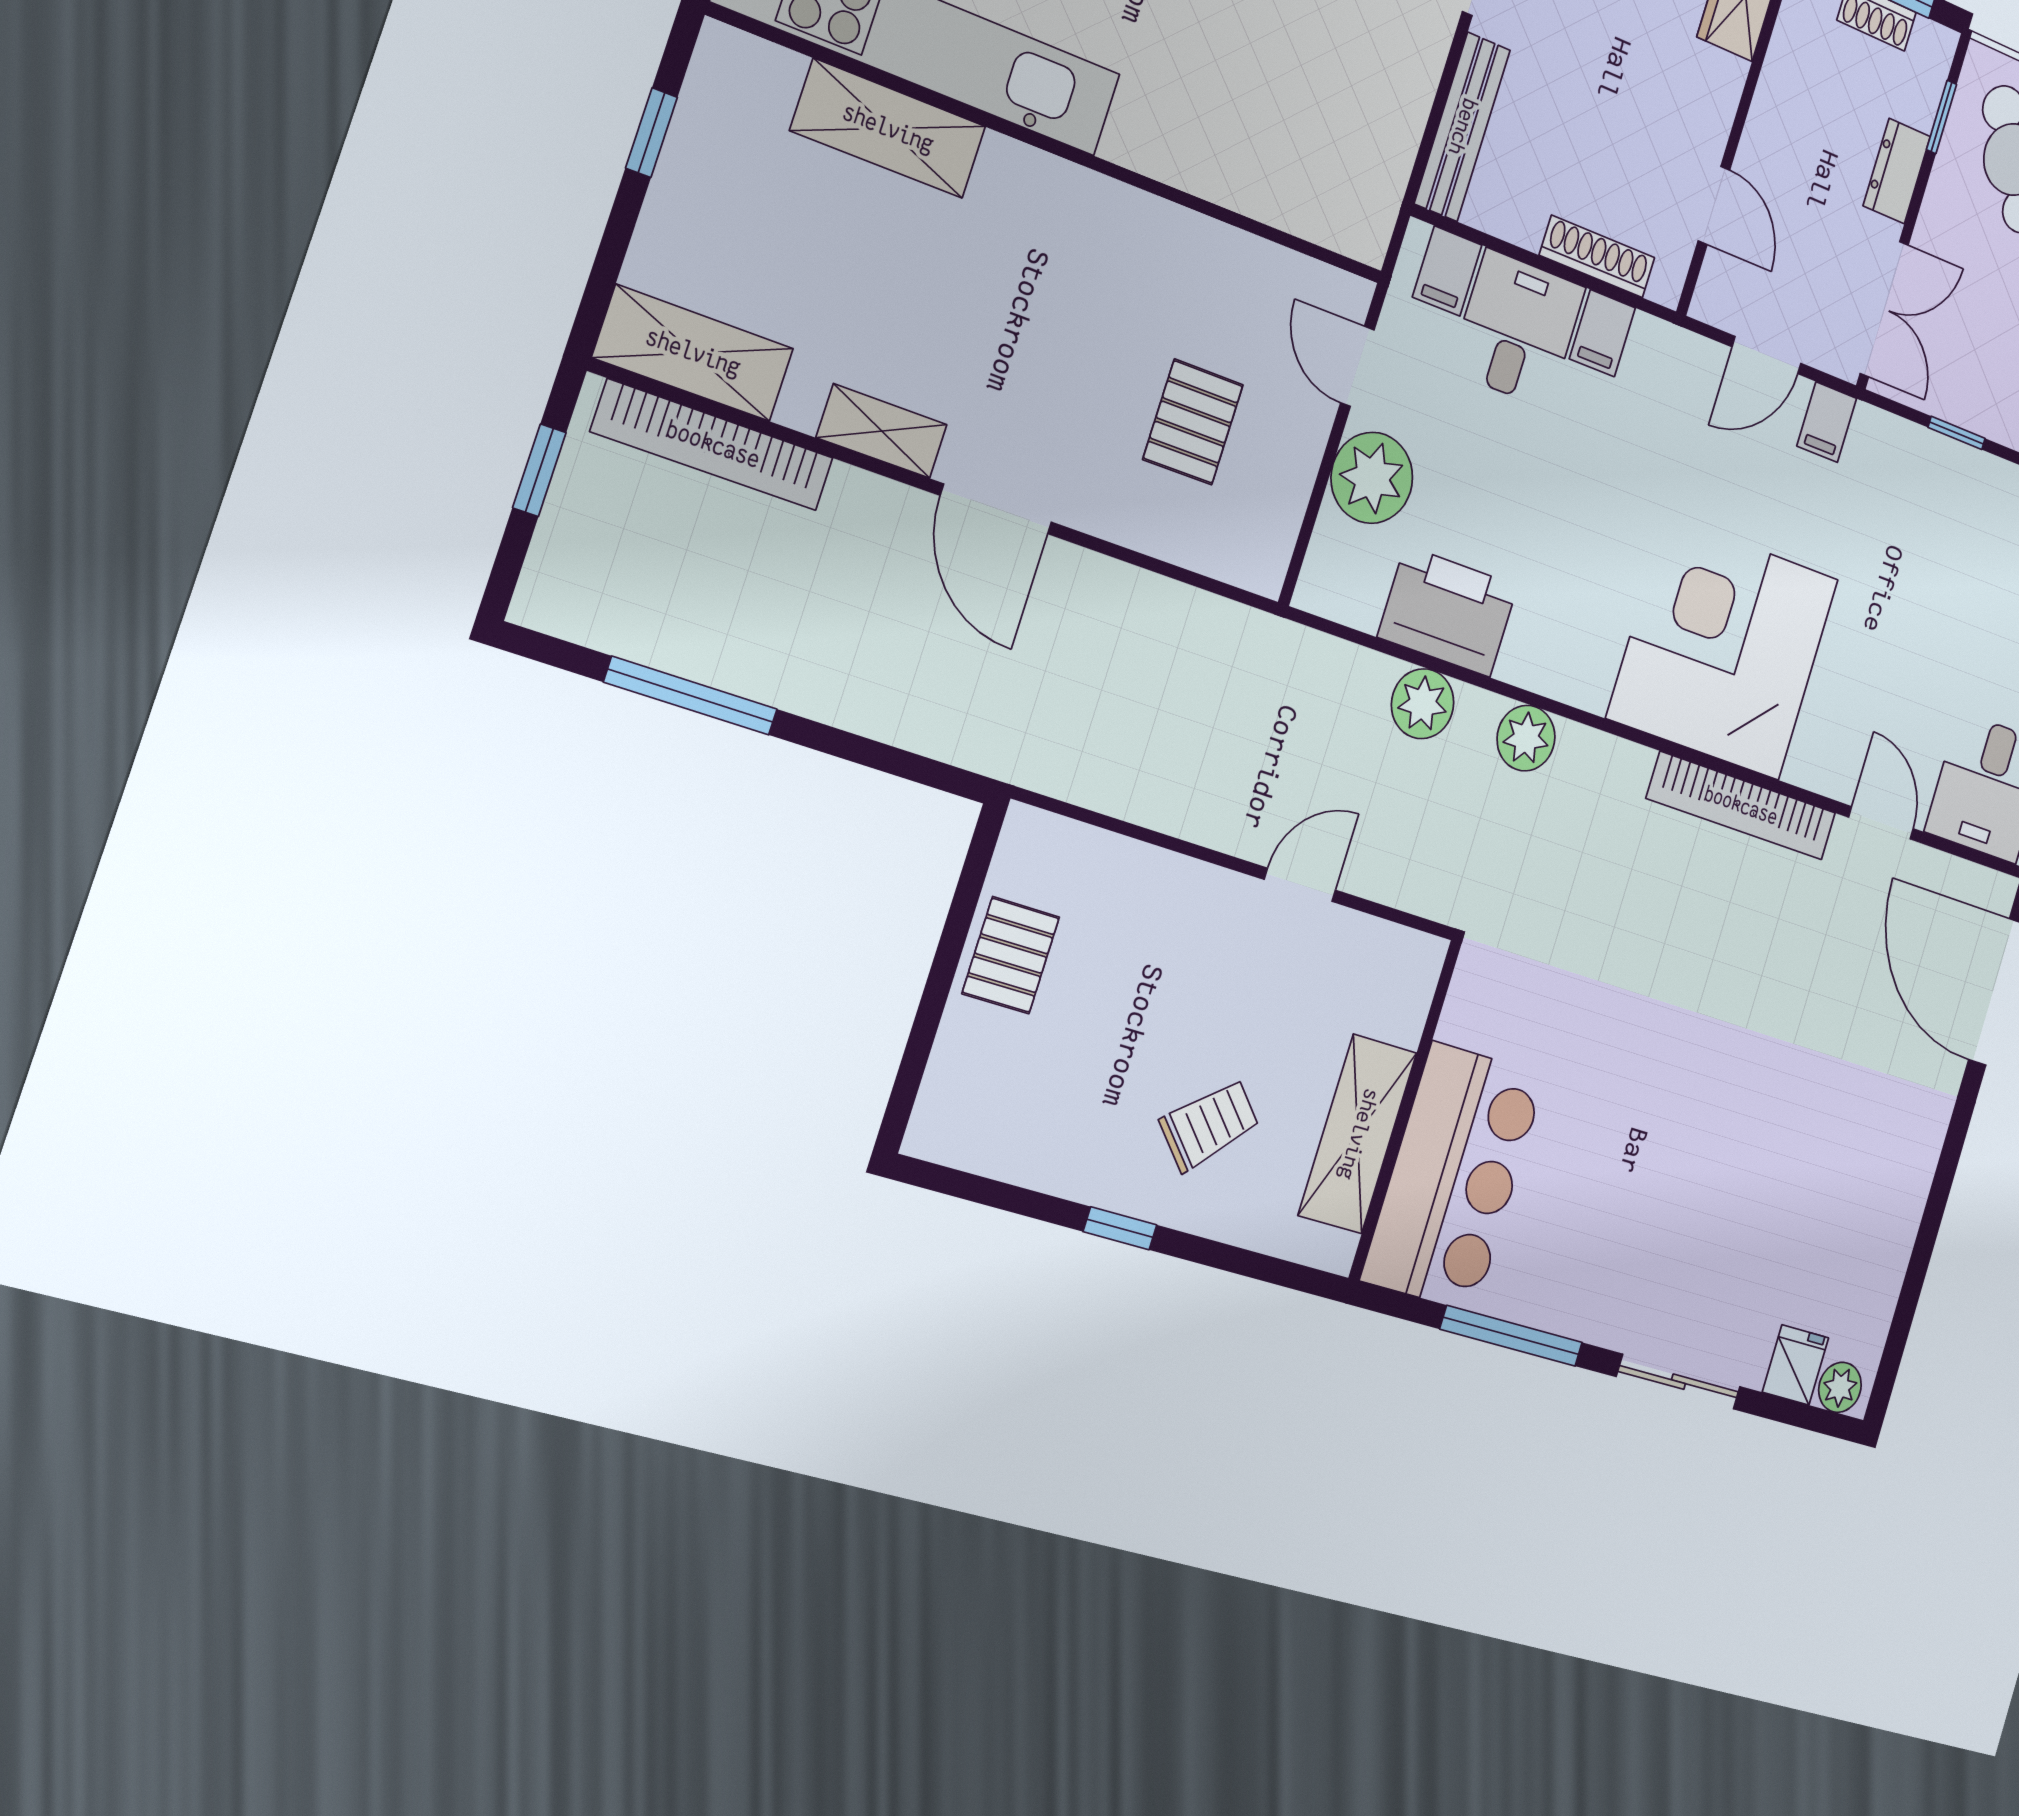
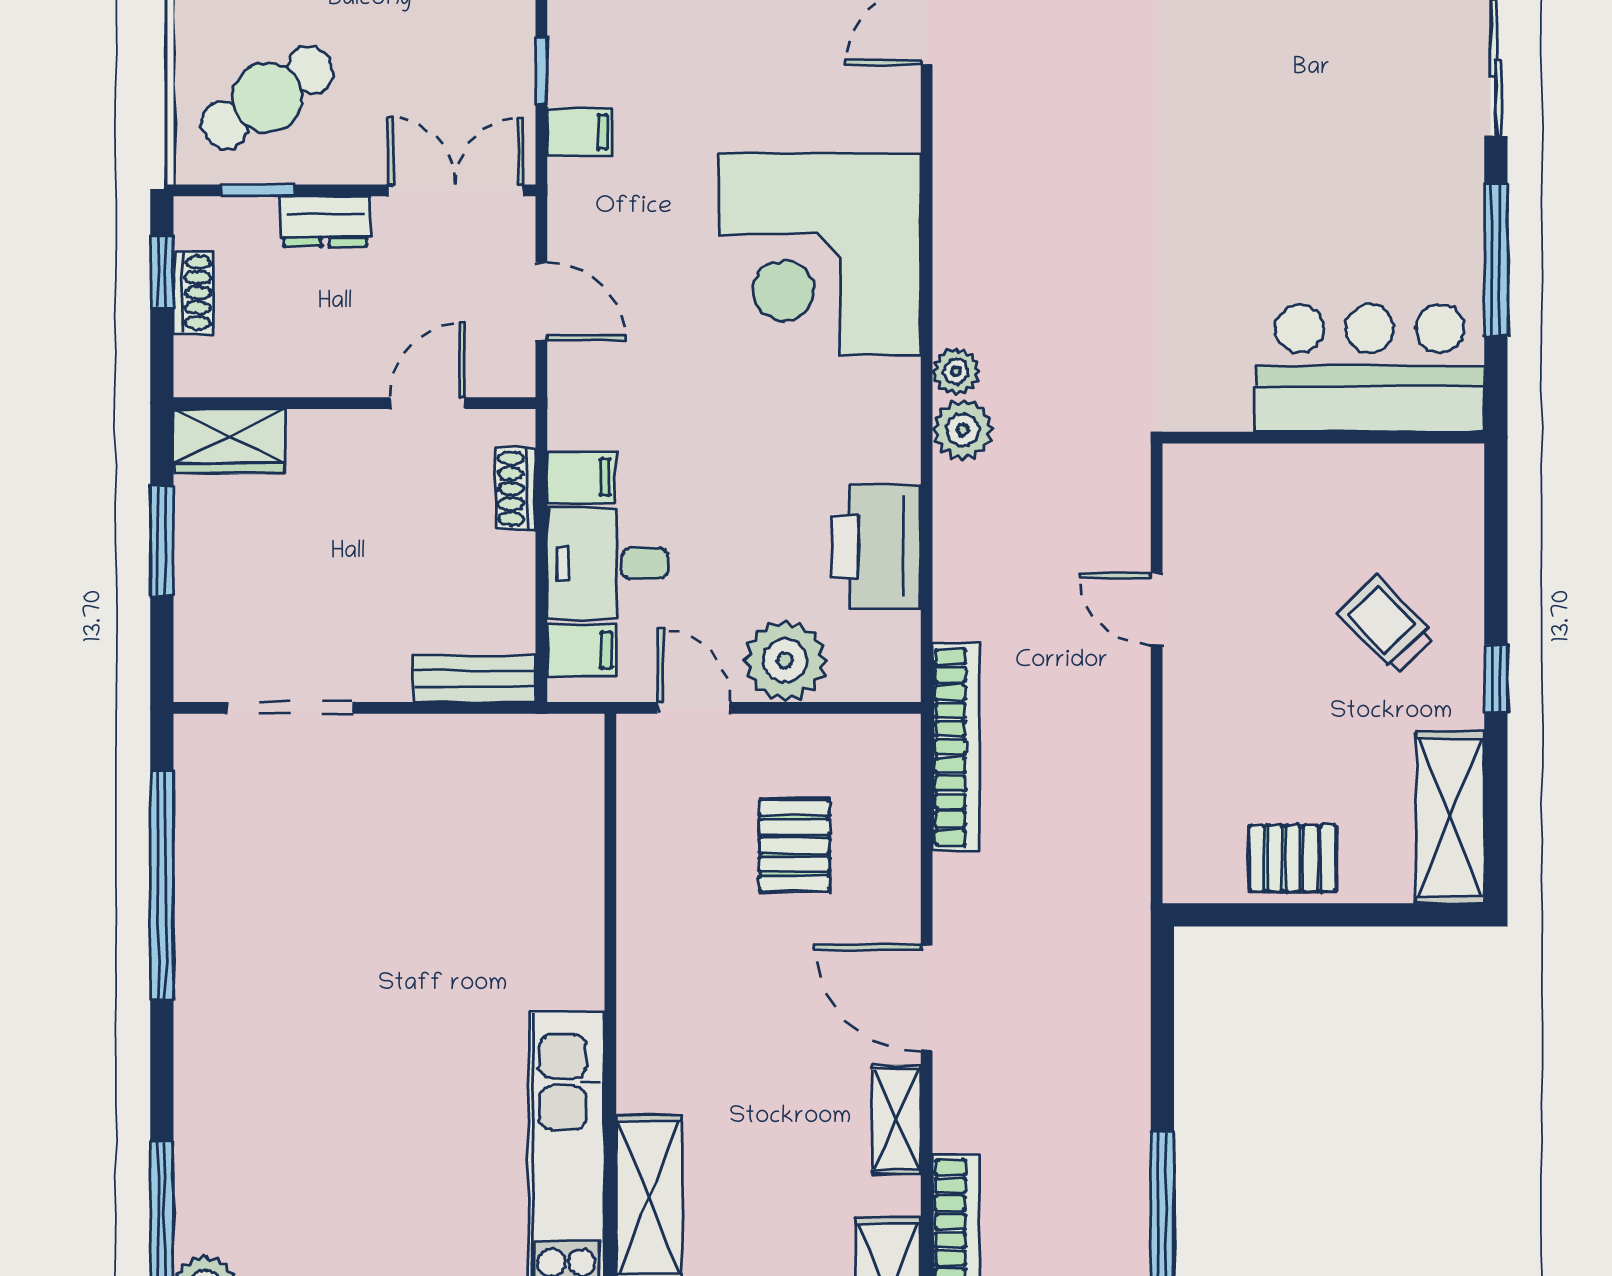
bench: (1462, 127) -> (474, 679), width x0.73
shoe rack: (1597, 256) -> (516, 489), width x0.70
door: (1357, 366) -> (694, 708), swing flipped
pallet: (1193, 422) -> (795, 845), turned 90
filing cabinet: (1827, 422) -> (580, 132), moved
door: (996, 509) -> (927, 998), swing flipped
plant: (1423, 704) -> (956, 371), moved, width x0.73, depth x0.73
bookcase: (1741, 806) -> (956, 747), moved
shelving: (1358, 1134) -> (1450, 817), moved, turned 90

